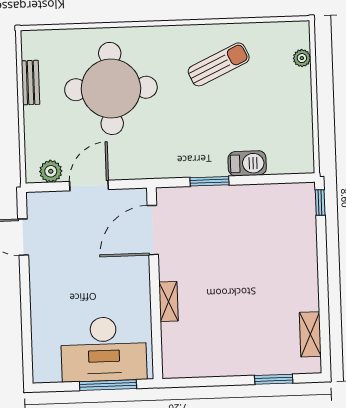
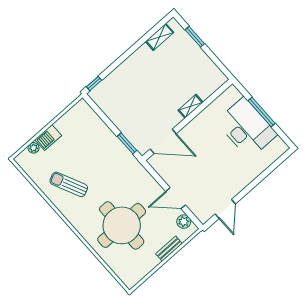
bench: (30, 83) -> (169, 249), moved
barbecue: (247, 163) -> (48, 138), moved, turned -90
door: (153, 230) -> (163, 141), moved
wall: (155, 283) -> (187, 120), moved
shelving: (169, 302) -> (191, 106), moved

